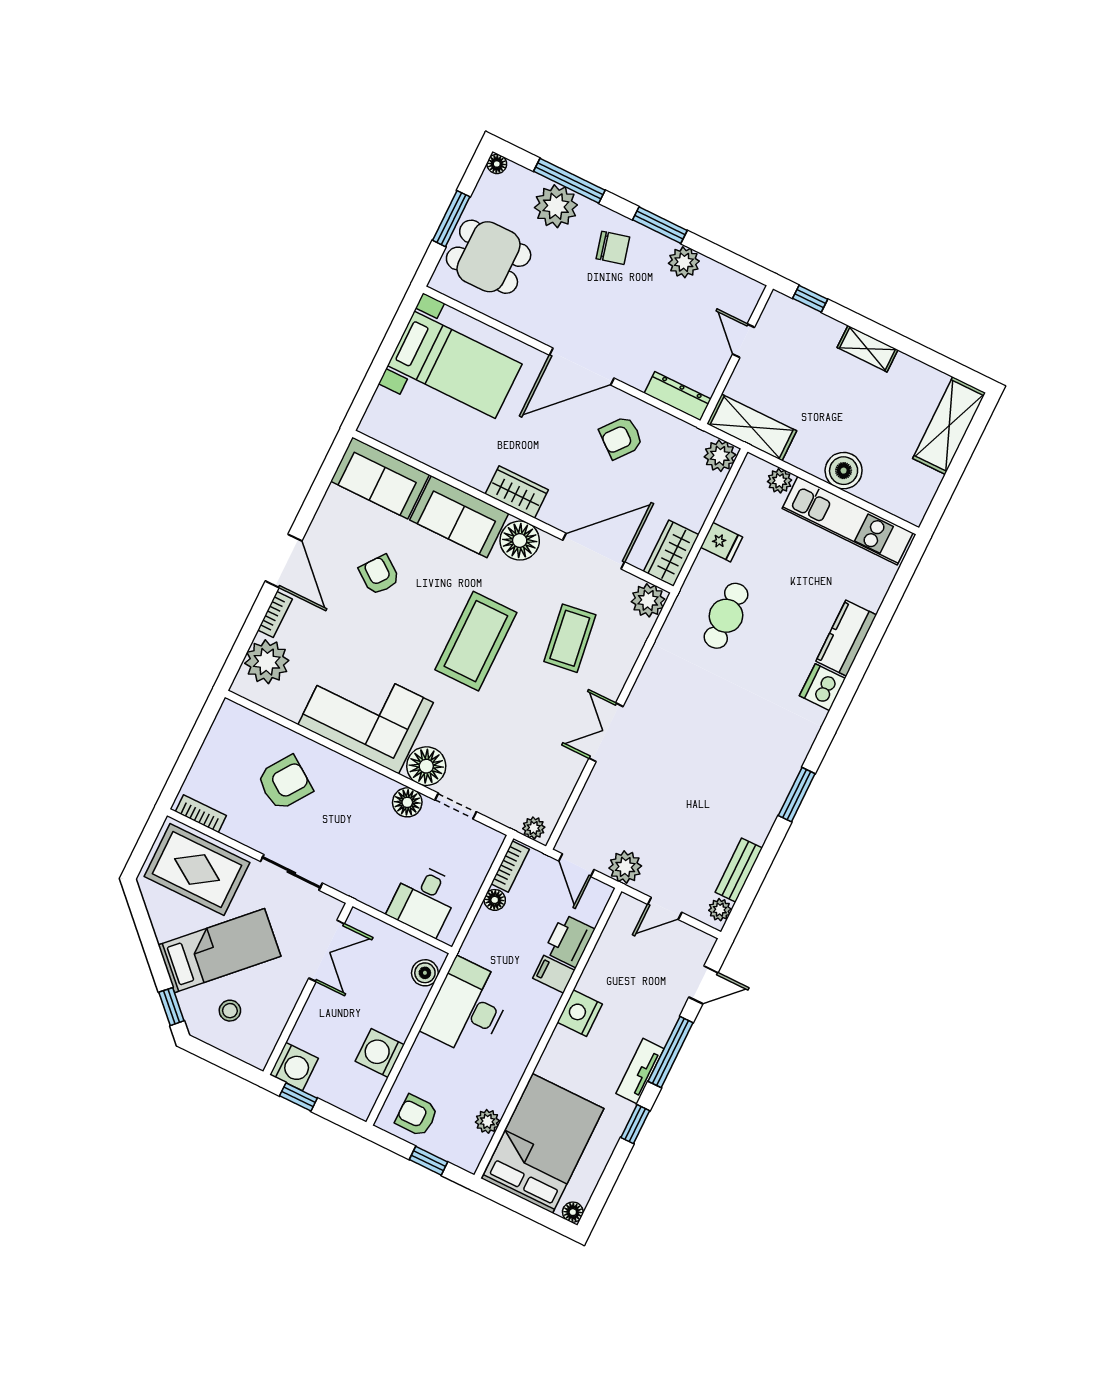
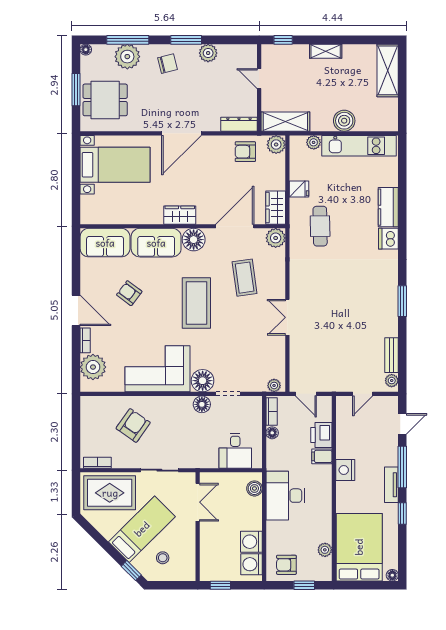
armchair: (621, 438) -> (245, 152), moved, turned 51
plant: (625, 867) -> (332, 382), removed
washing machine: (294, 1067) -> (252, 564), moved, turned 180

